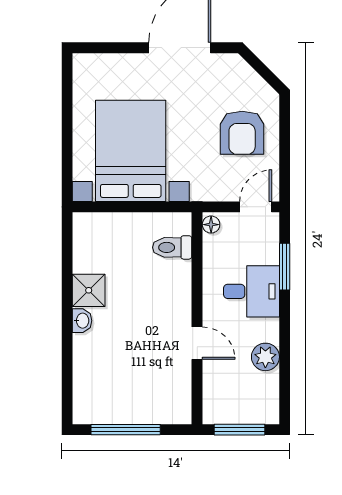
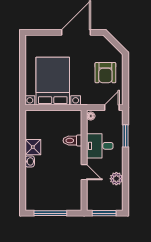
toilet: (172, 247) -> (72, 141), moved
desk: (251, 291) -> (100, 146), moved, turned 180

